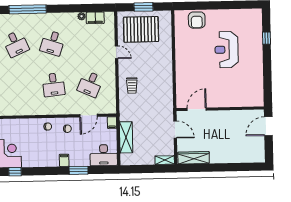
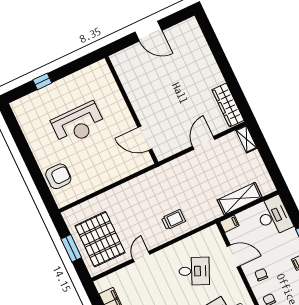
door: (197, 109) -> (145, 138), moved
wall: (220, 109) -> (132, 110), moved

